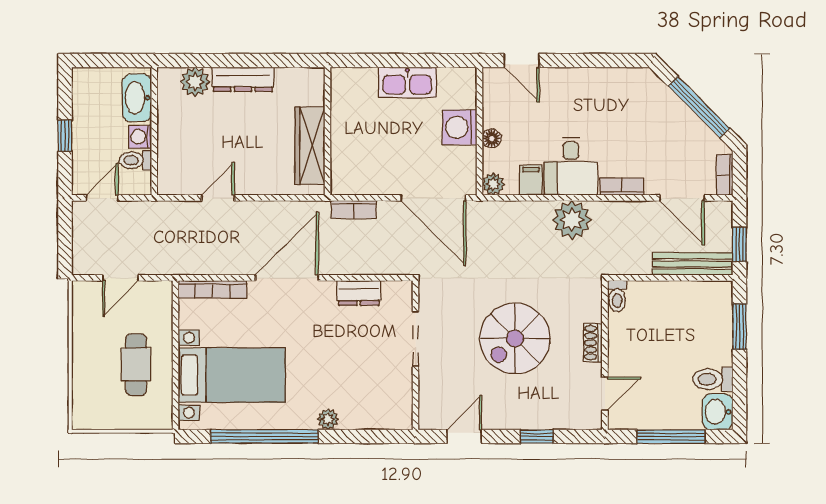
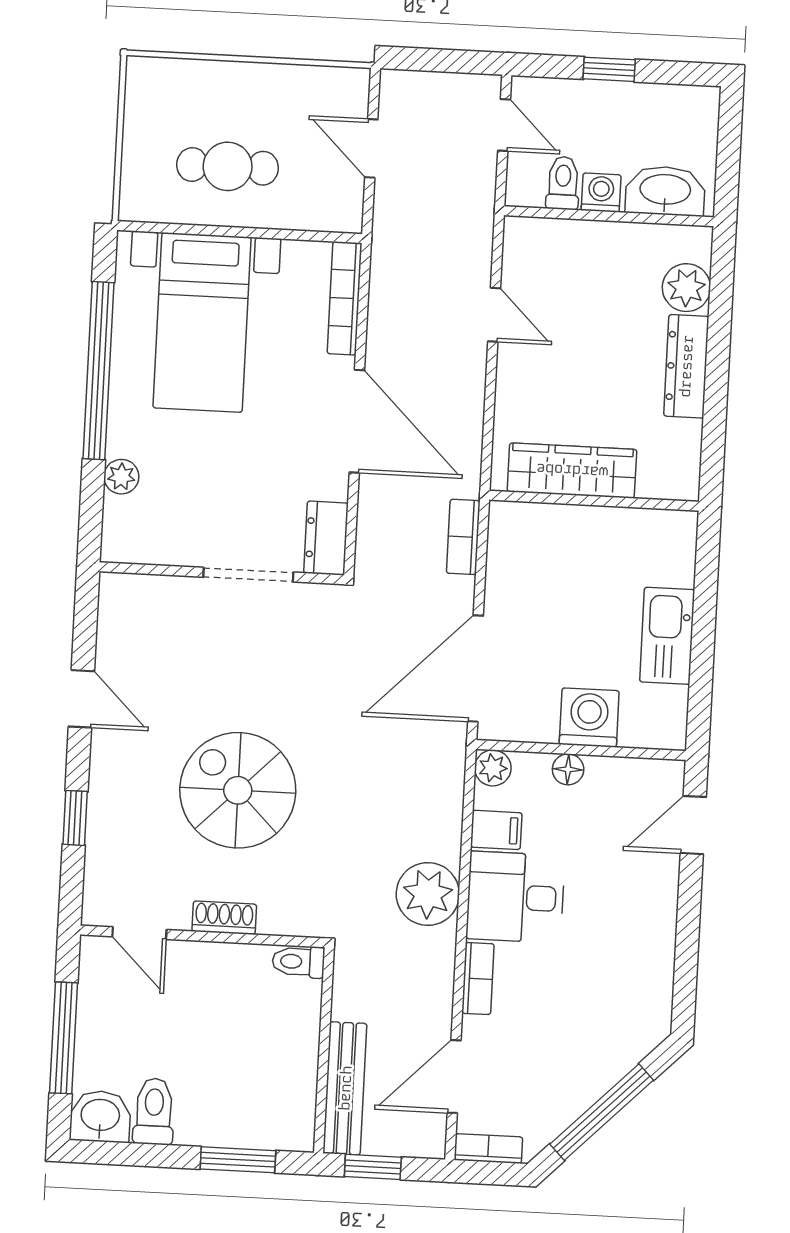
doorway: (416, 339) -> (248, 575), moved
wall: (416, 355) -> (222, 573), moved

